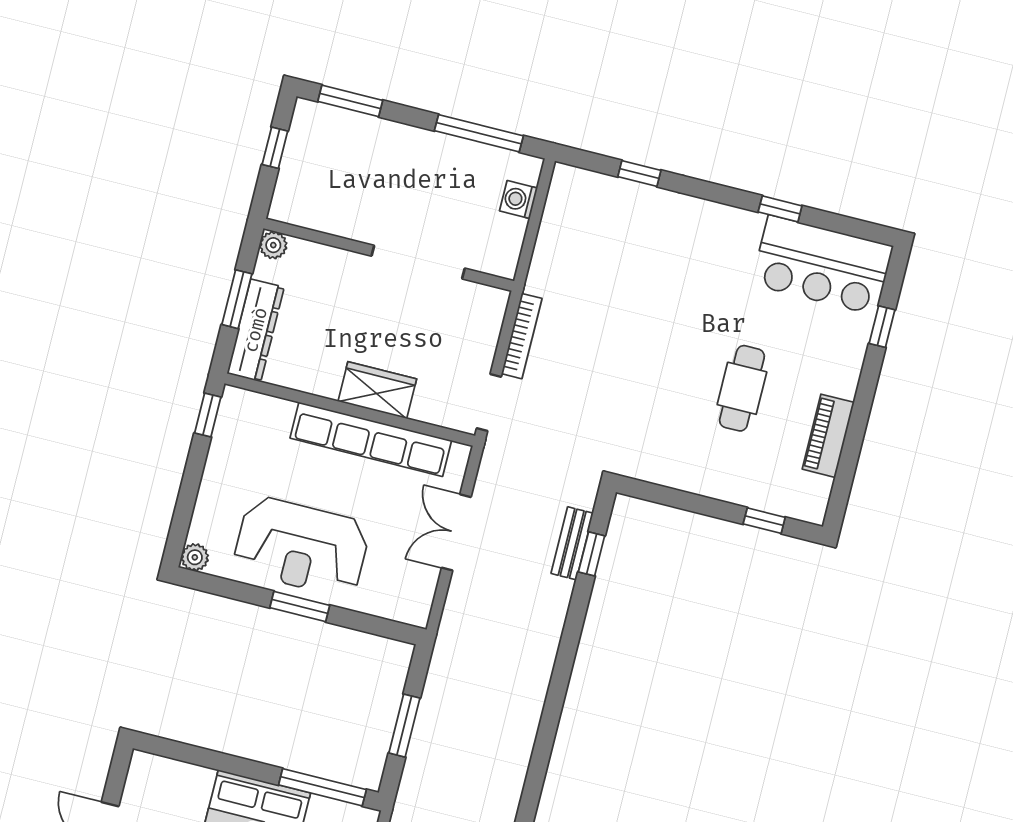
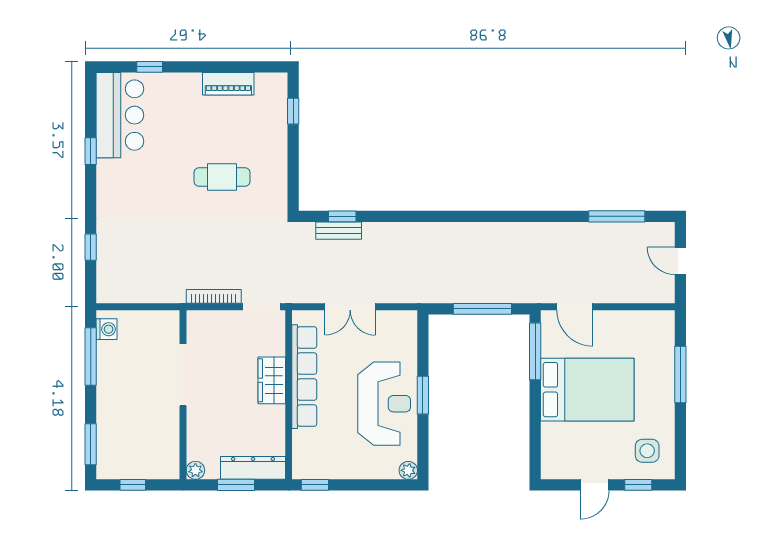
washing machine: (518, 200) -> (106, 329), moved, turned -90
cafe table: (742, 388) -> (222, 177), moved
window: (404, 726) -> (482, 309), width x1.44

